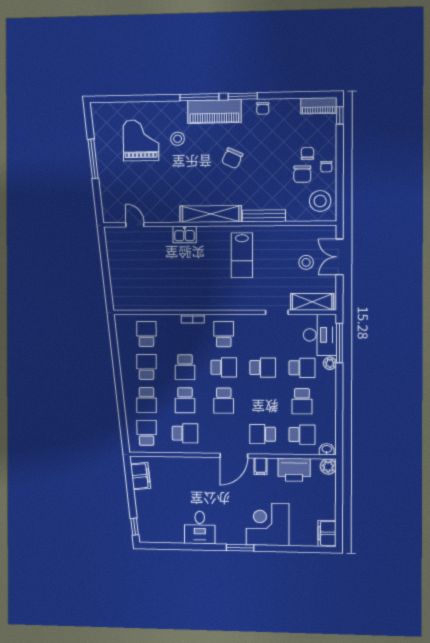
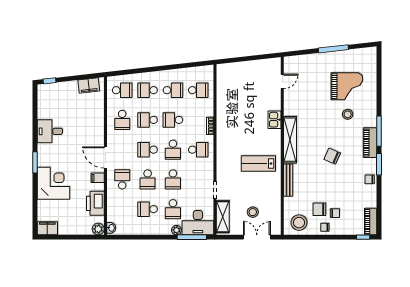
piano: (214, 112) -> (370, 143), width x0.73, depth x0.75
school desk: (302, 435) -> (148, 179), moved

